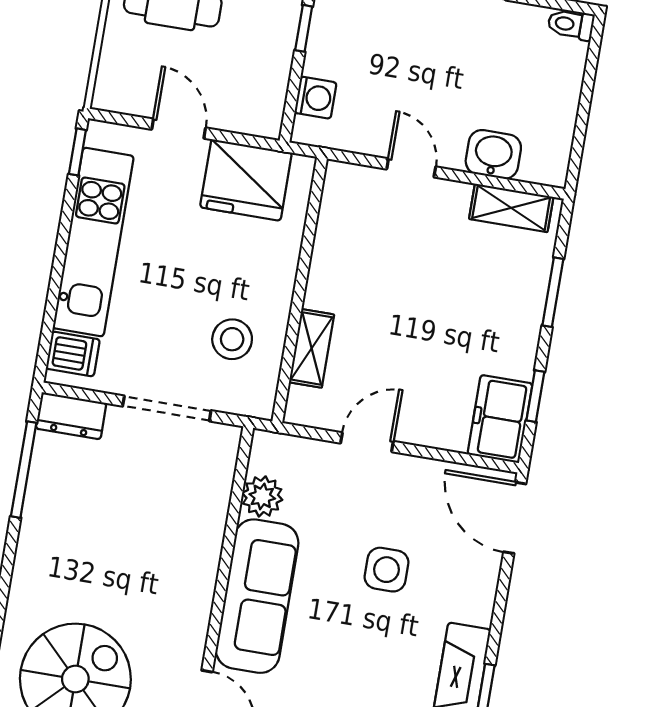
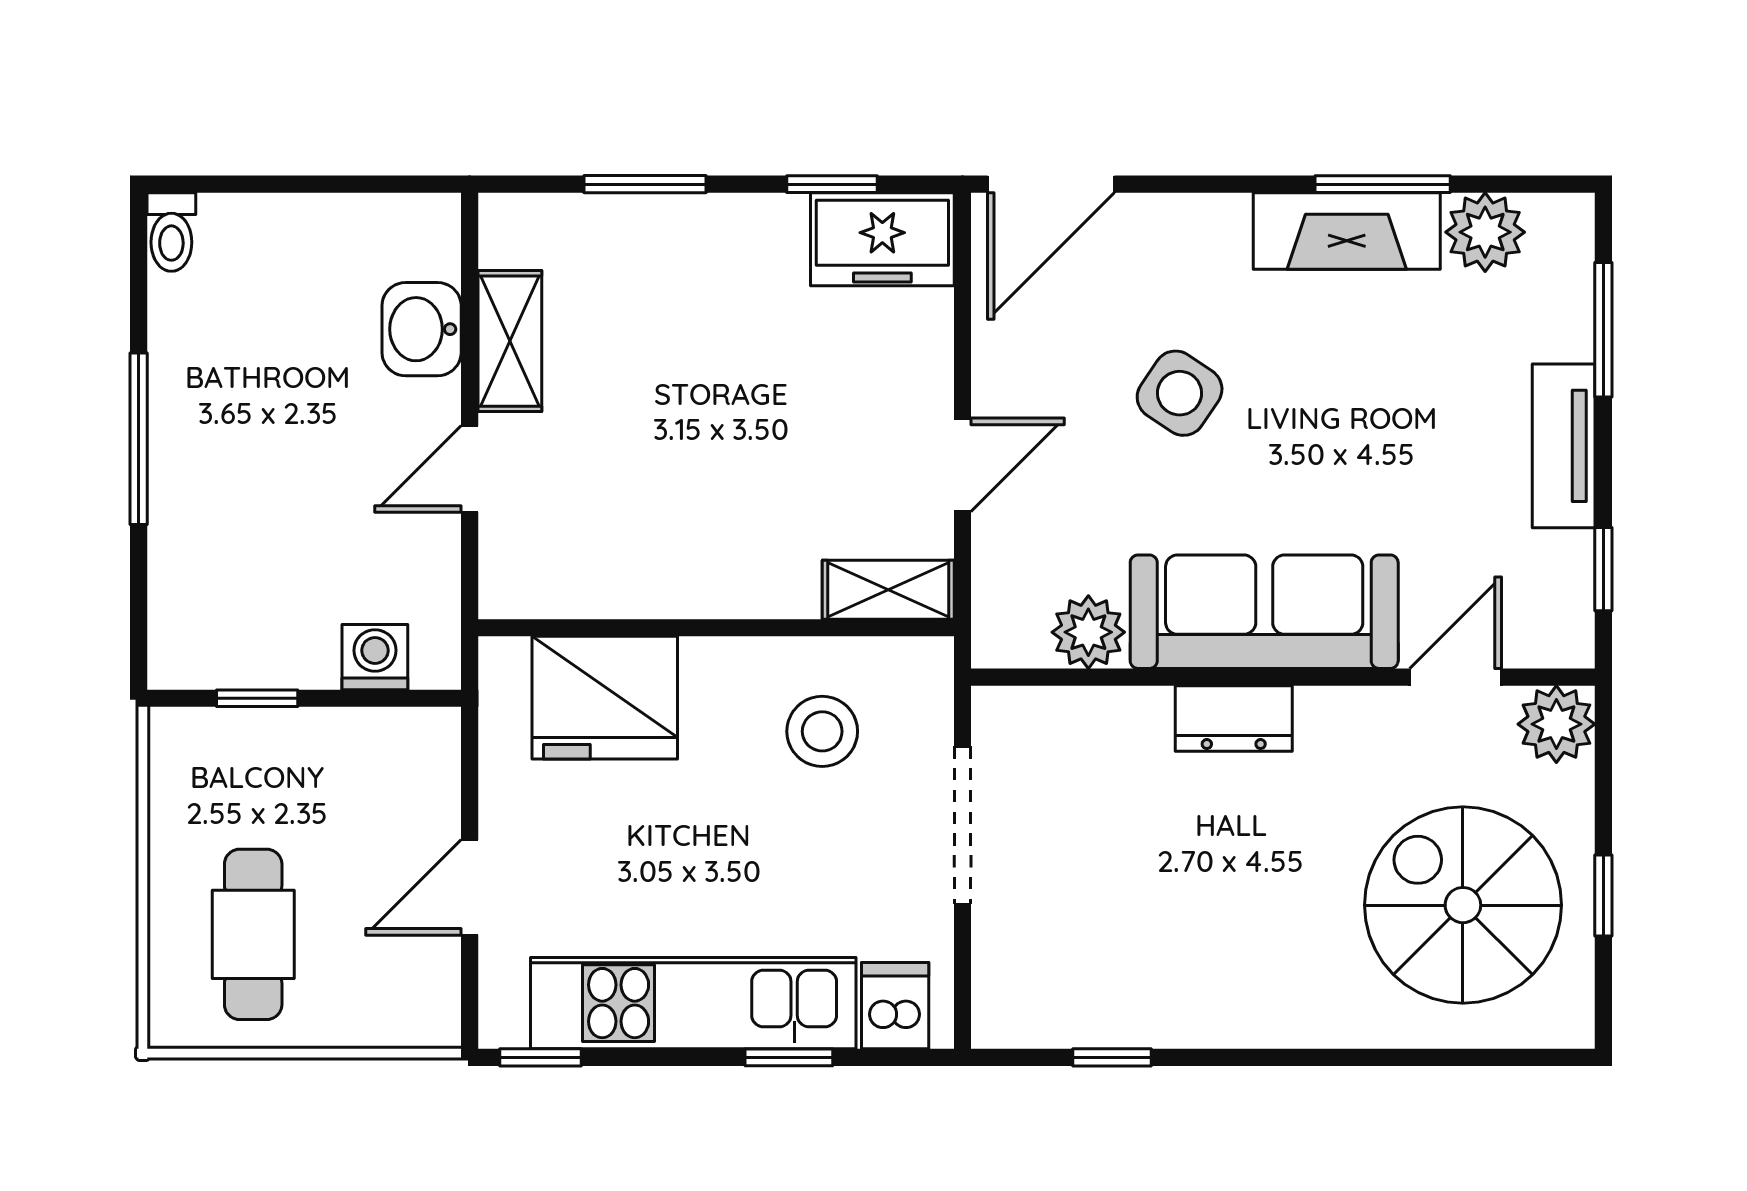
fridge: (246, 180) -> (605, 698), moved, turned 90
shelving: (511, 208) -> (510, 341), moved
window: (54, 290) -> (789, 1057), added
shelving: (312, 348) -> (888, 590), moved
dresser: (71, 416) -> (1234, 718), moved, turned 90
door: (367, 442) -> (963, 465), swing flipped
window: (24, 470) -> (1112, 1057), width x0.46
side table: (386, 570) -> (1180, 393), turned 34

